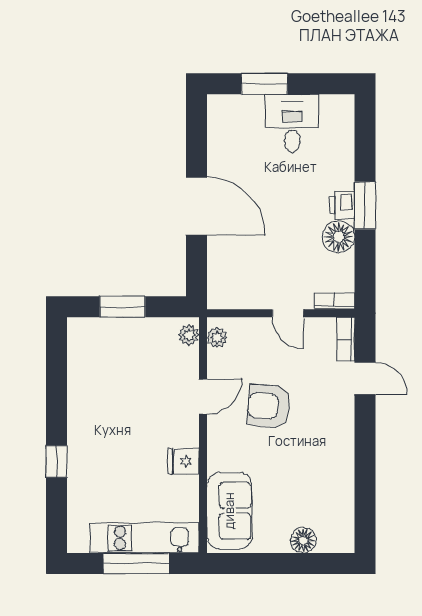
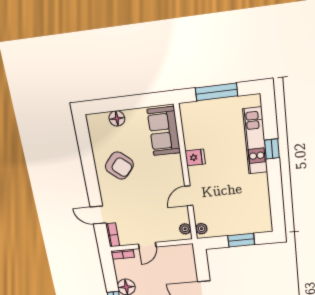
door: (288, 313) -> (147, 245), swing flipped
armchair: (269, 406) -> (119, 166), moved, turned 36
kitchen unit: (145, 538) -> (255, 141), moved, turned 90

